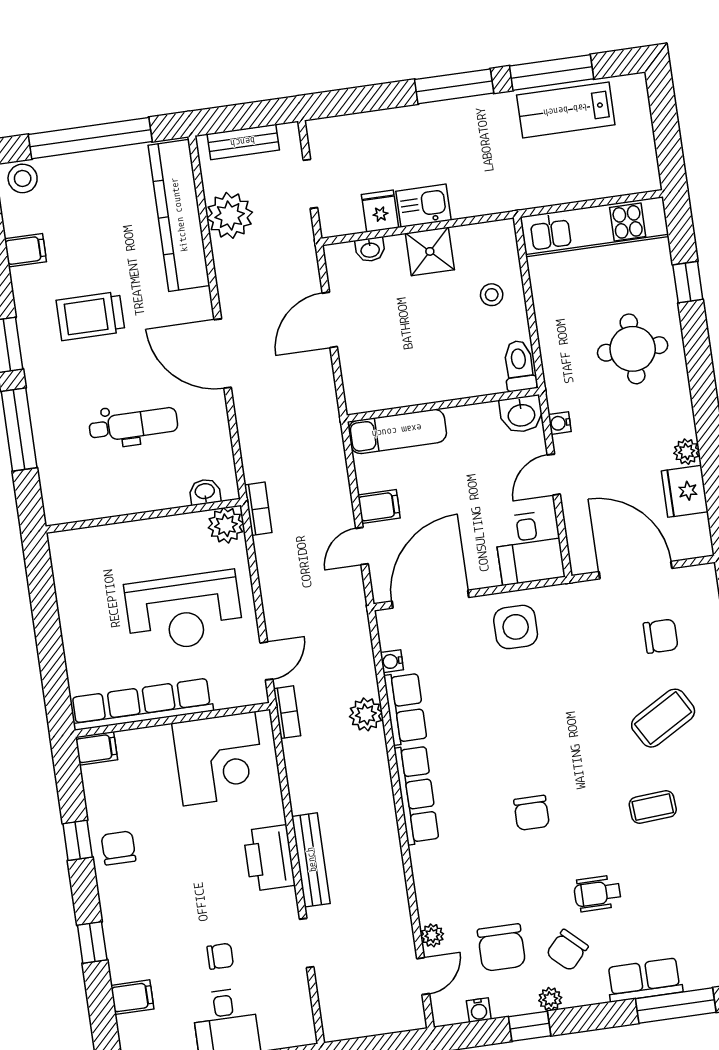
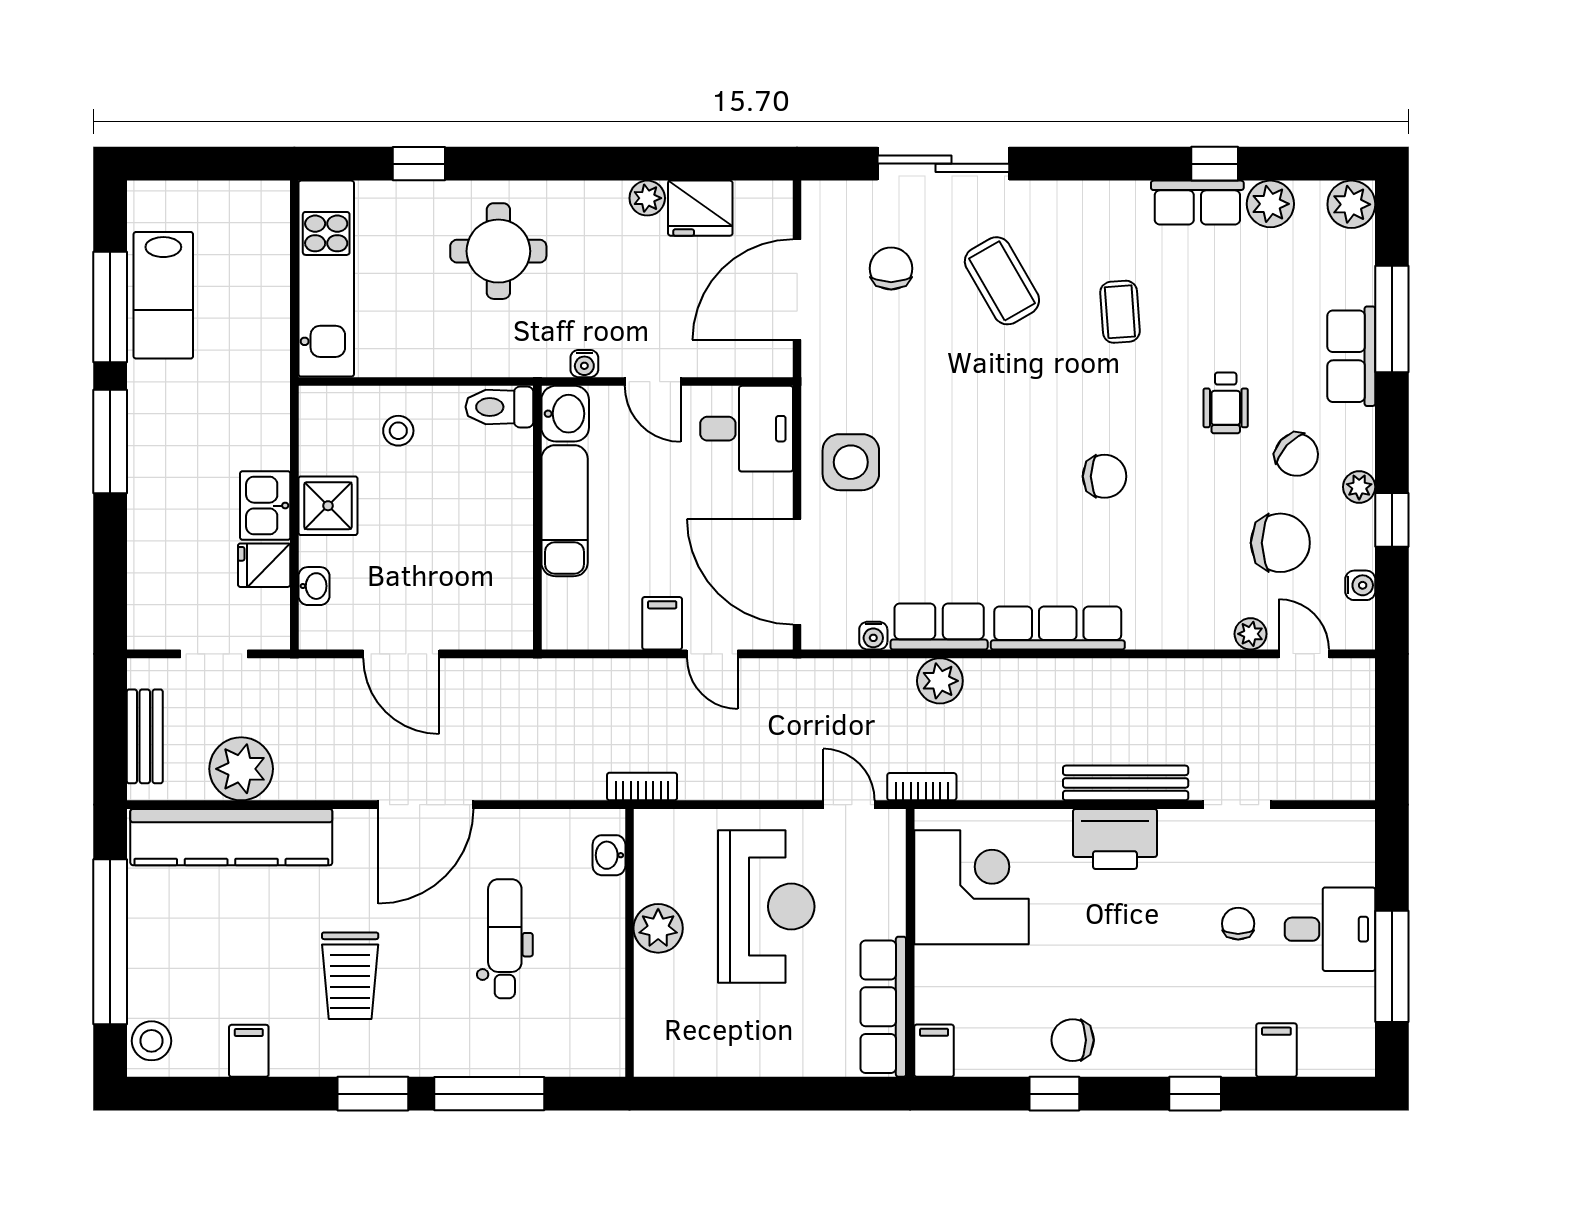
exam couch: (397, 431) -> (565, 511), moved
plant: (226, 525) -> (658, 928), moved
row of seats: (142, 704) -> (883, 1007), width x0.73

